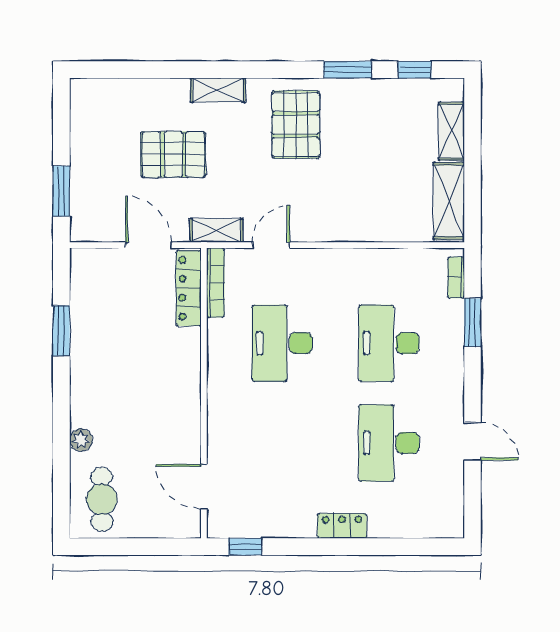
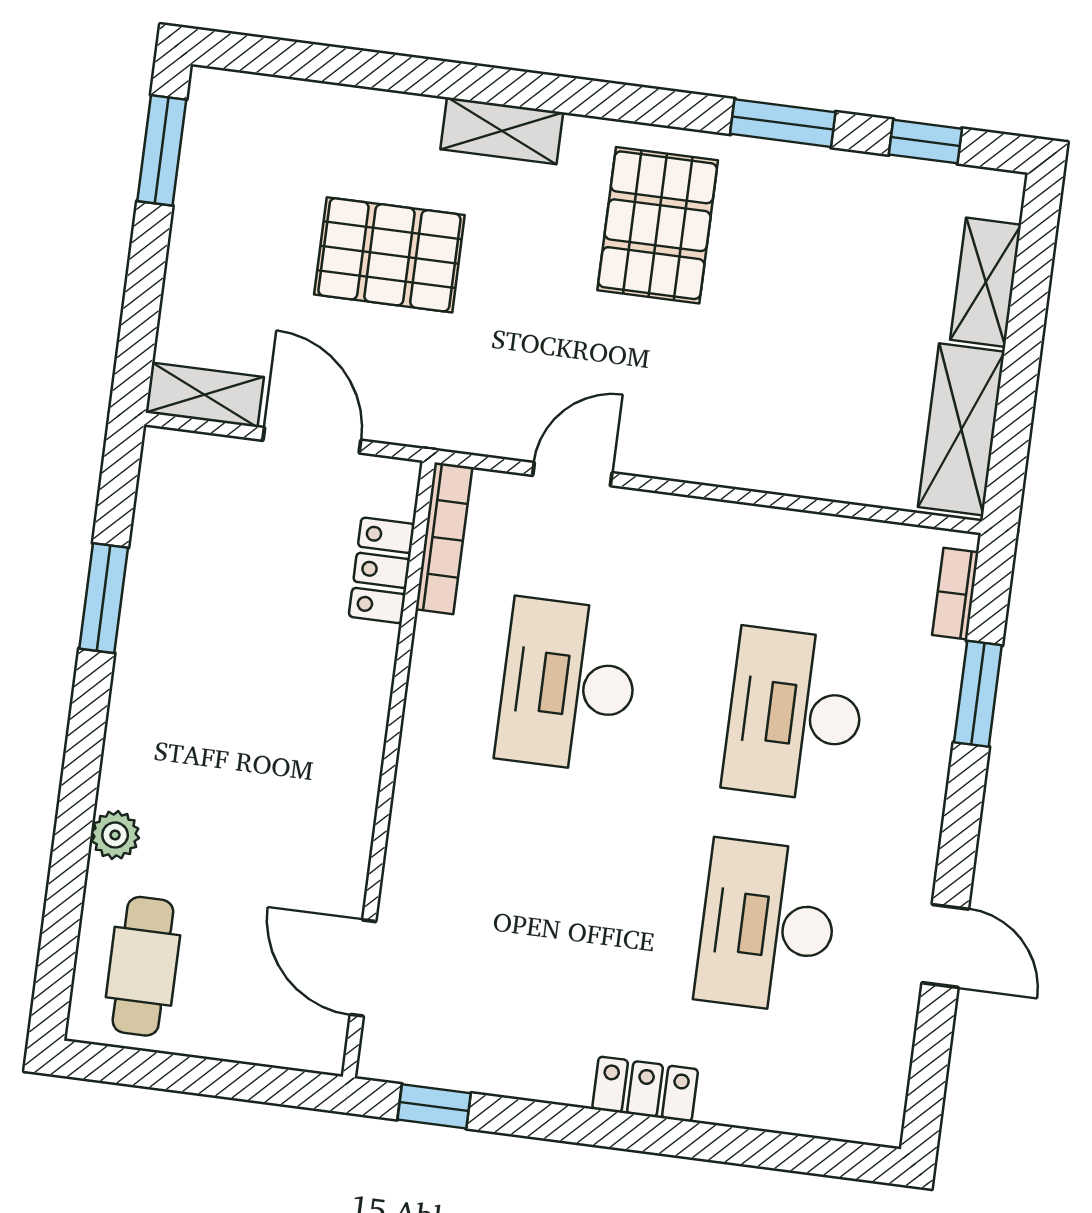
window: (61, 191) -> (162, 150), moved
shelving: (217, 230) -> (205, 395), moved
locker: (189, 288) -> (382, 570), width x0.66

